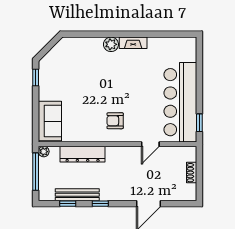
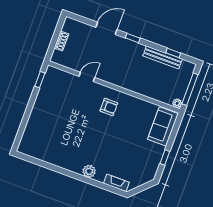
fireplace: (133, 43) -> (116, 183), moved
window: (36, 77) -> (165, 157), moved
bar counter: (180, 102) -> (49, 103), removed
dresser: (83, 154) -> (146, 89), removed
window: (100, 204) -> (133, 38), moved

